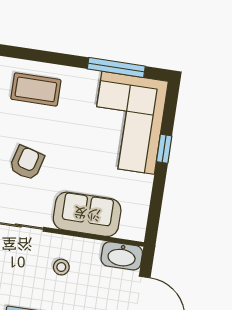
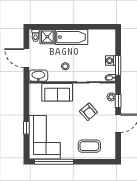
window: (116, 68) -> (54, 162), width x1.46
armchair: (27, 163) -> (88, 112), turned -56

